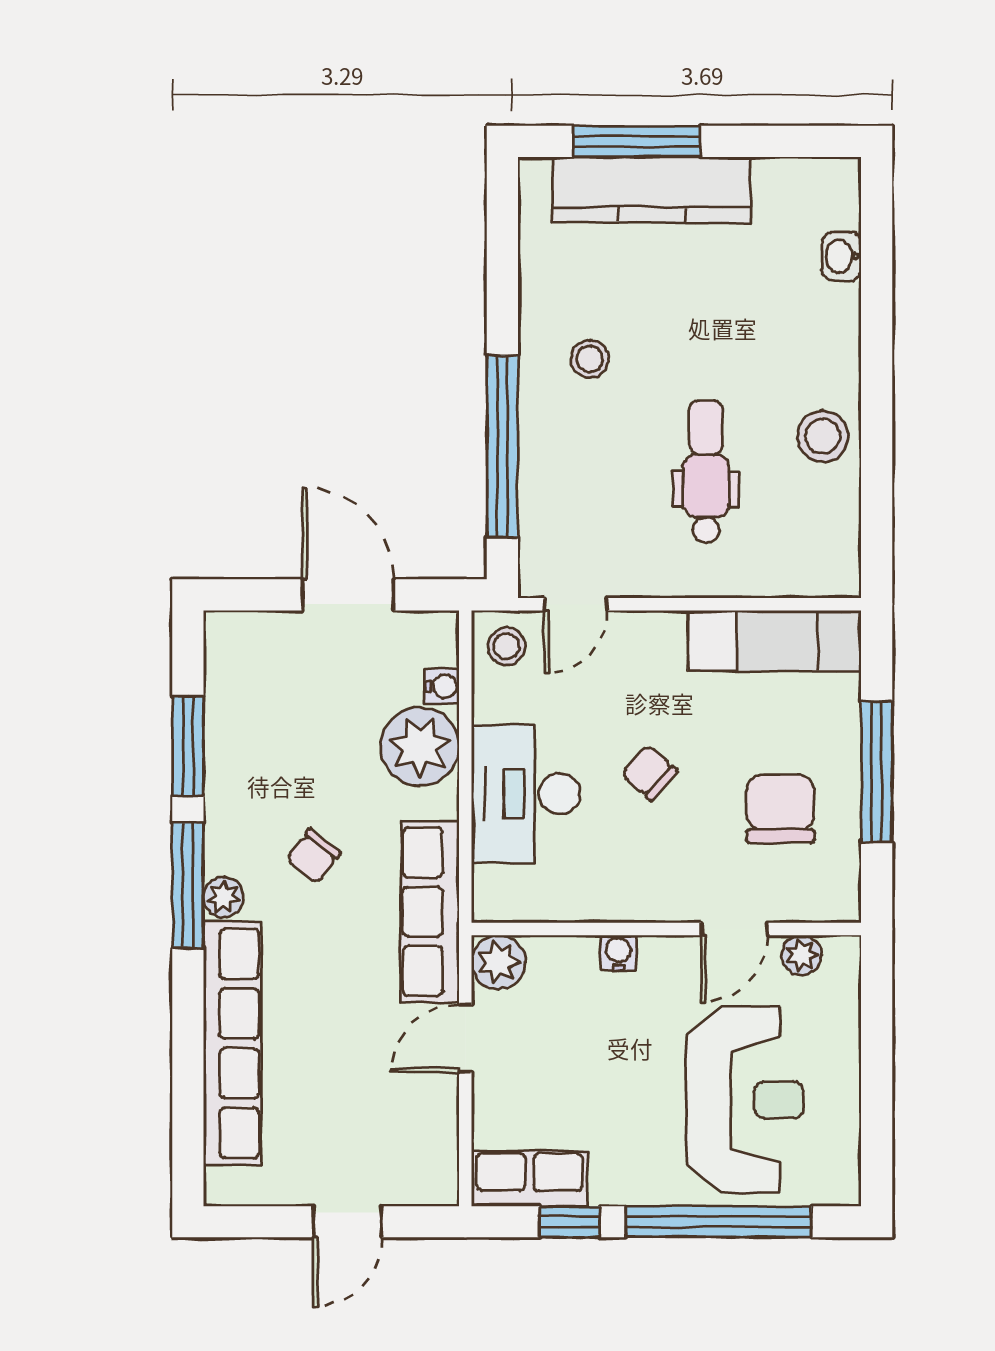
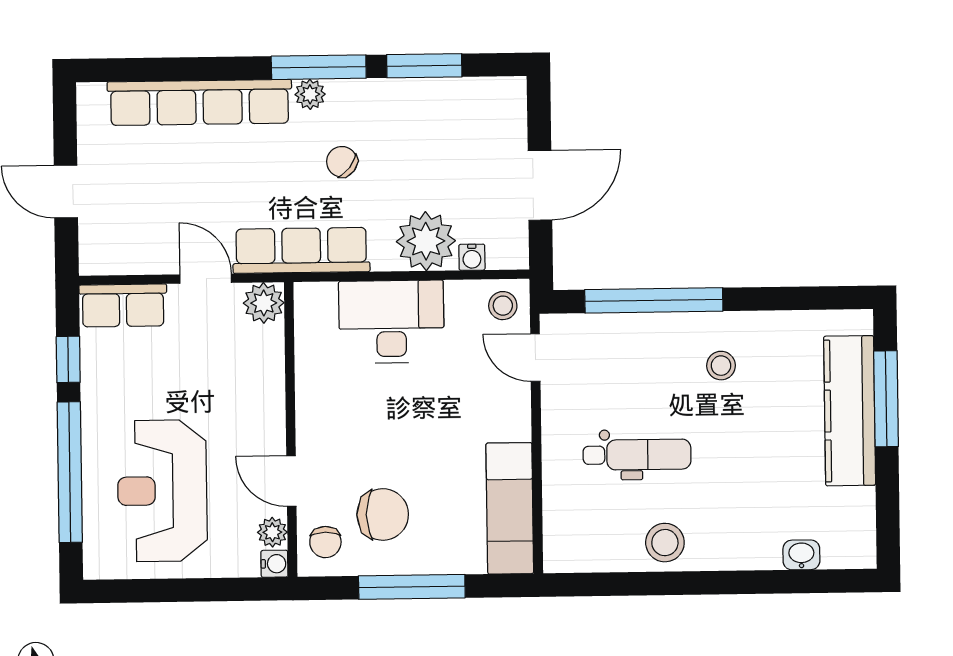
chair: (649, 773) -> (325, 542), moved, turned 139
water cooler: (618, 953) -> (274, 564), moved
reception desk: (745, 1100) -> (162, 491), turned 90
row of seats: (529, 1179) -> (123, 305), moved, turned 90

